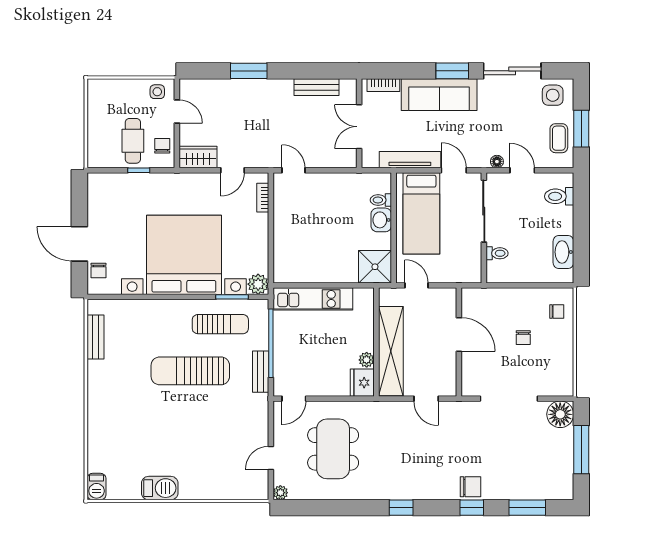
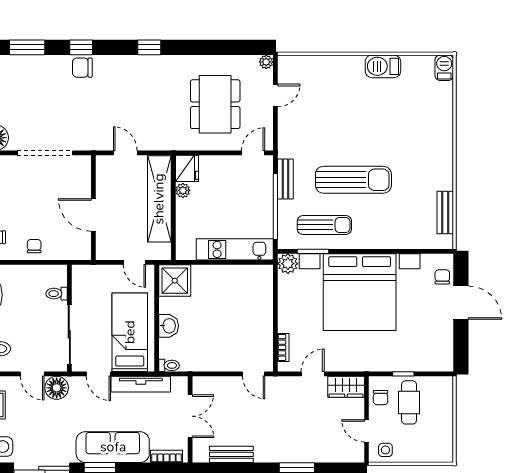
floor lamp: (497, 162) -> (57, 388), width x1.89, depth x1.89
toilet: (381, 200) -> (169, 365), moved
sun lounger: (220, 324) -> (324, 225), turned 180
chair: (523, 338) -> (34, 246), moved

